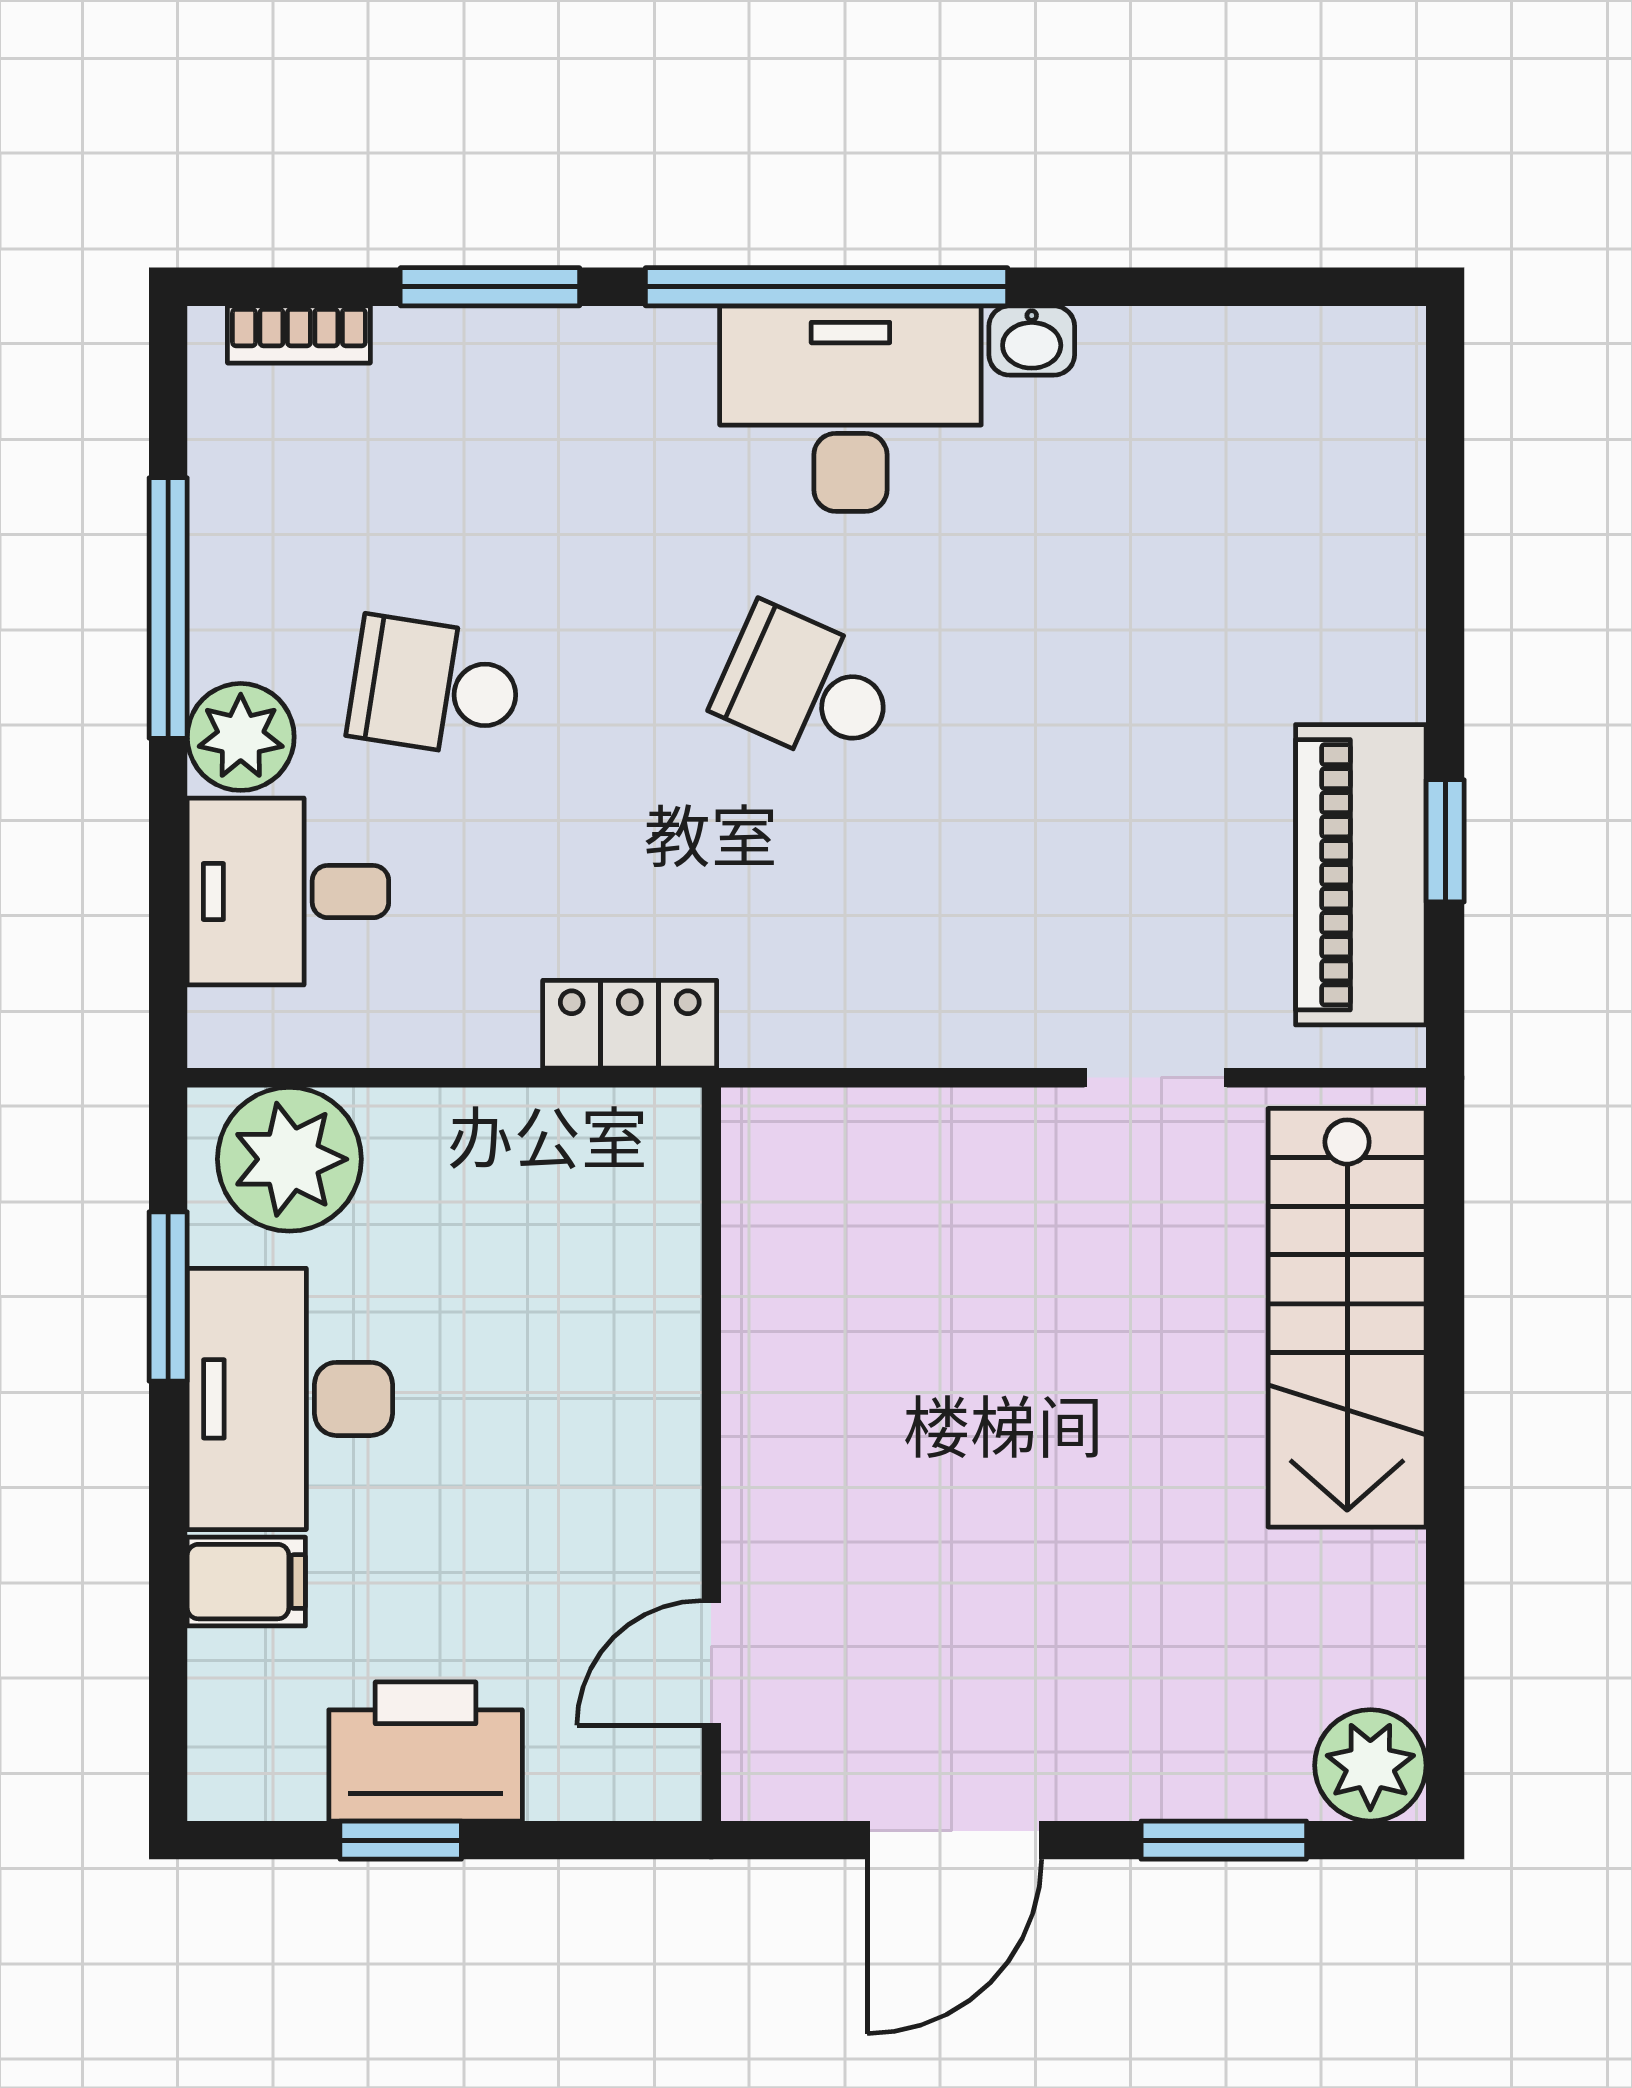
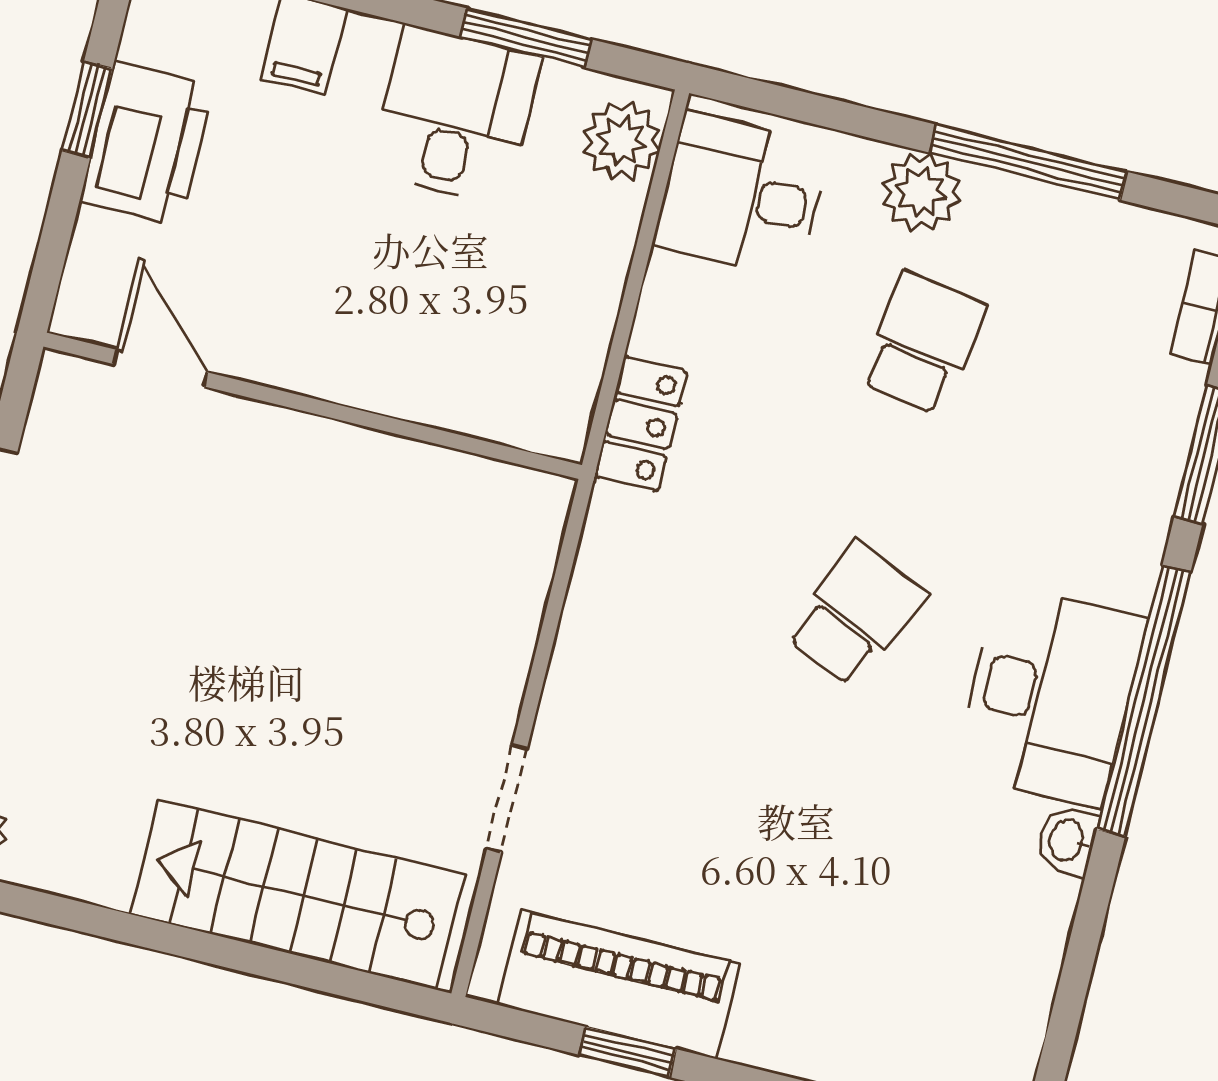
desk: (288, 892) -> (742, 195), moved, turned -90
plant: (289, 1159) -> (622, 141), width x0.73, depth x0.73
desk: (290, 1399) -> (455, 115), width x0.73

